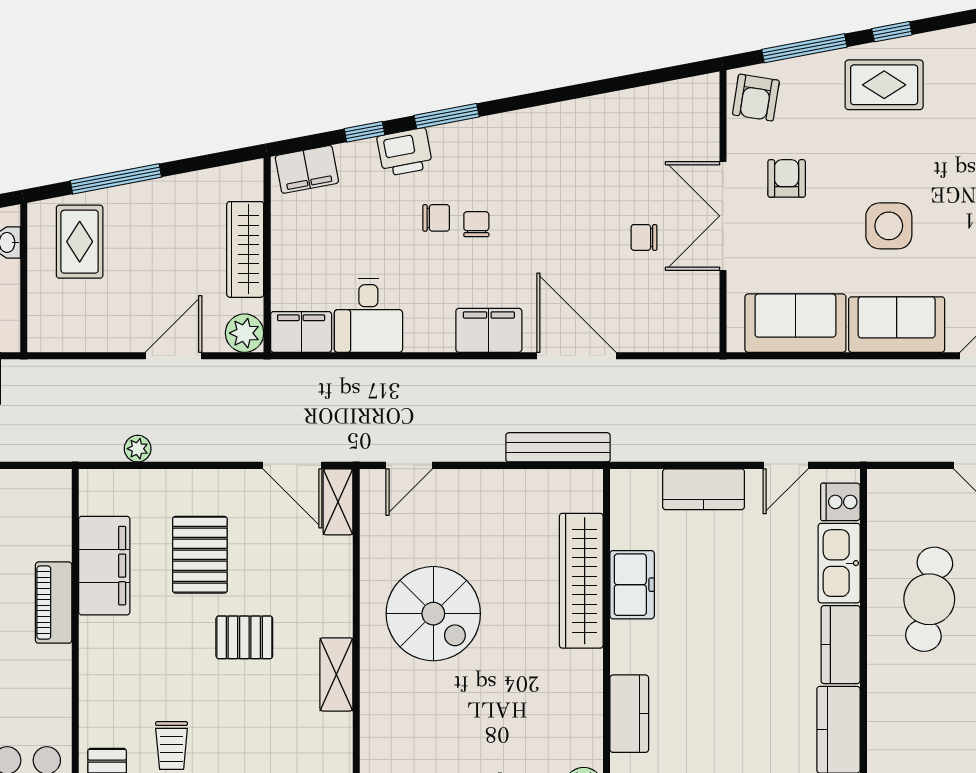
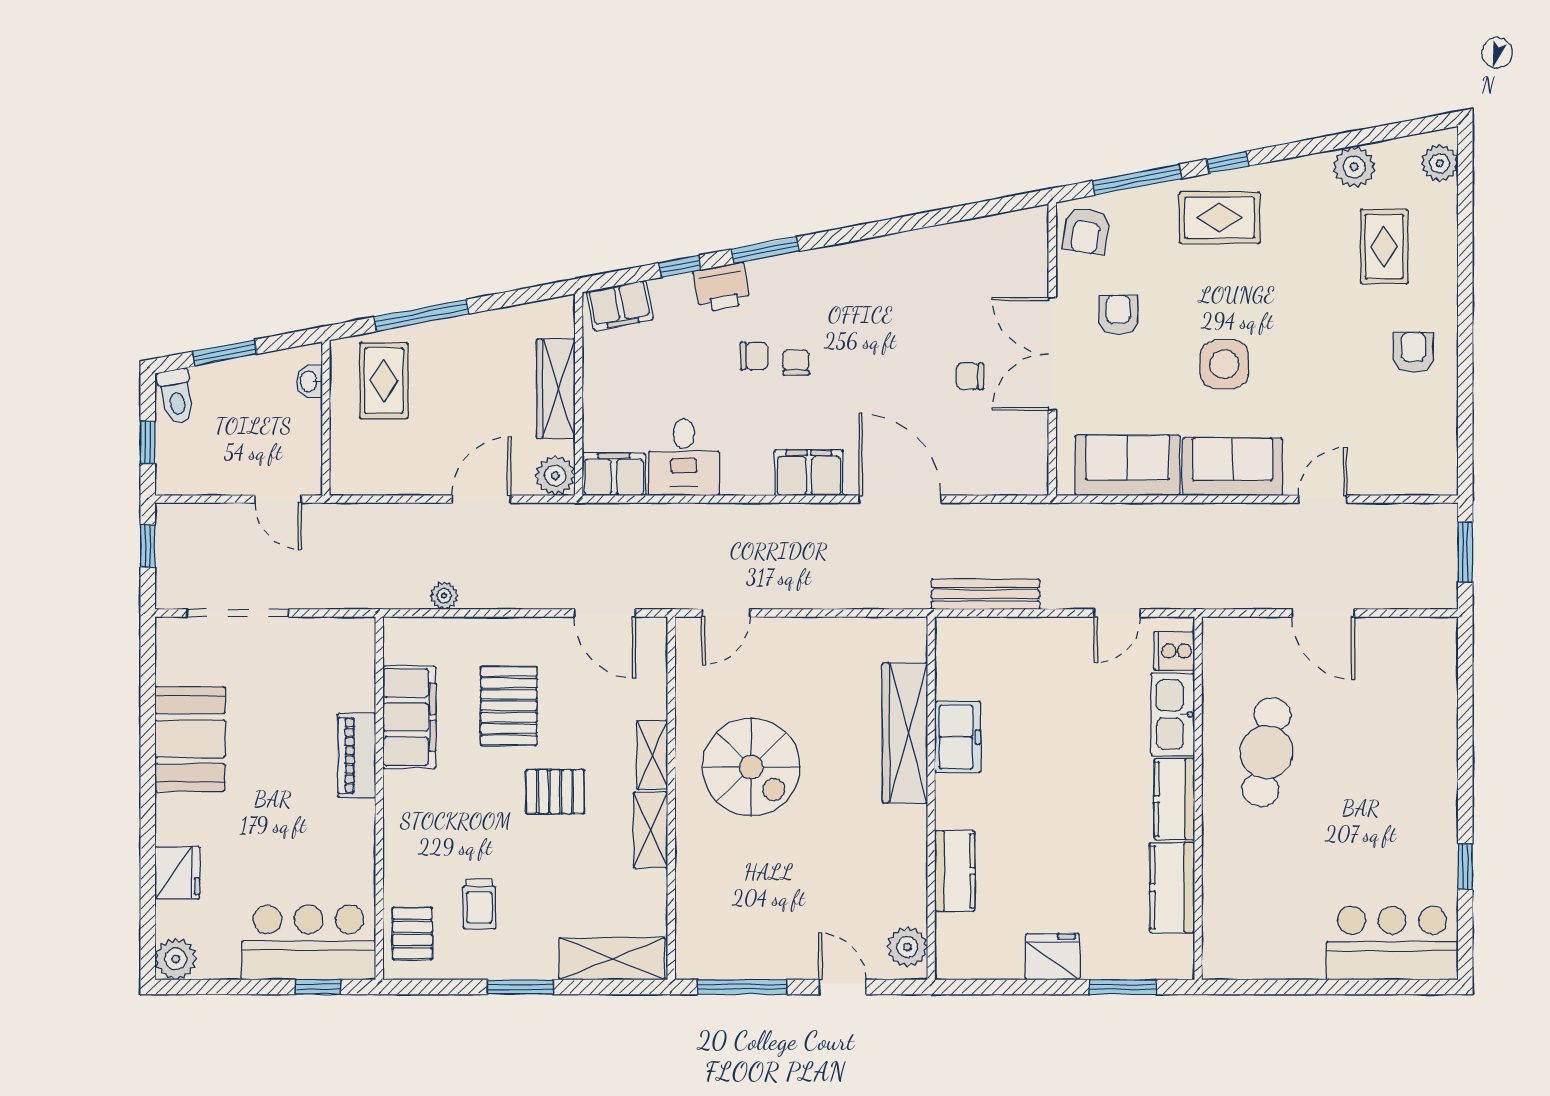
bench: (558, 447) -> (985, 594), moved
kitchen counter: (704, 489) -> (1032, 638), removed
shelving: (338, 502) -> (652, 755), moved

